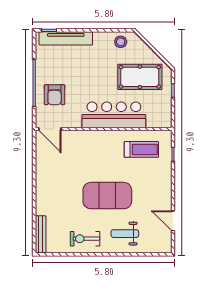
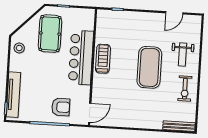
treadmill: (141, 149) -> (103, 59), moved

